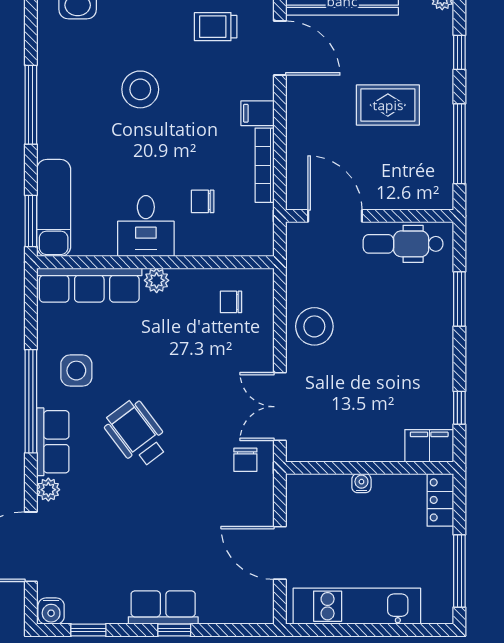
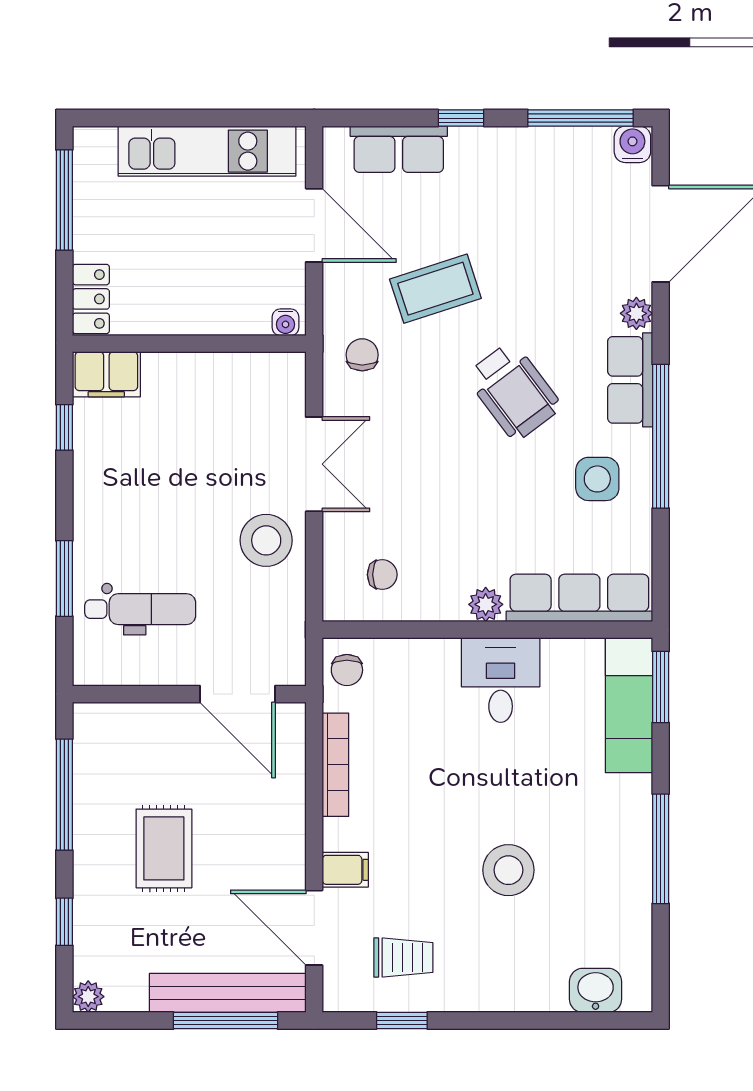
rug: (388, 105) -> (164, 848), turned 90
filing cabinet: (257, 113) -> (345, 870), moved
chair: (203, 201) -> (347, 670), moved, turned 90
dental chair: (403, 244) -> (140, 609), moved
double door: (280, 407) -> (314, 464), moved
water cooler: (361, 483) -> (286, 322), moved
coffee table: (193, 507) -> (435, 289), added
row of seats: (163, 608) -> (399, 149), moved
window: (88, 630) -> (581, 118), width x2.17

